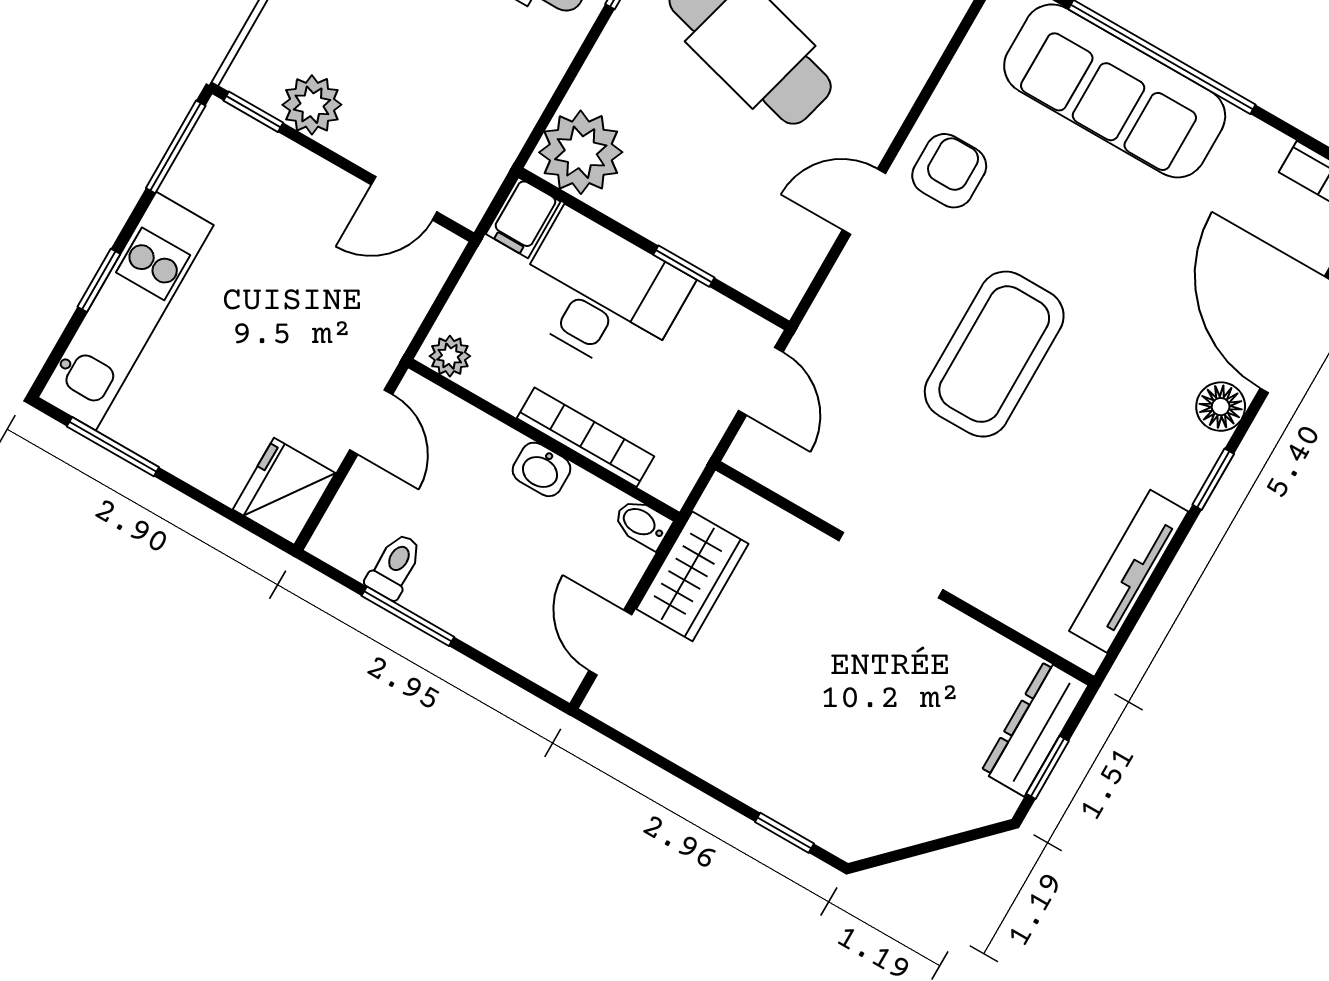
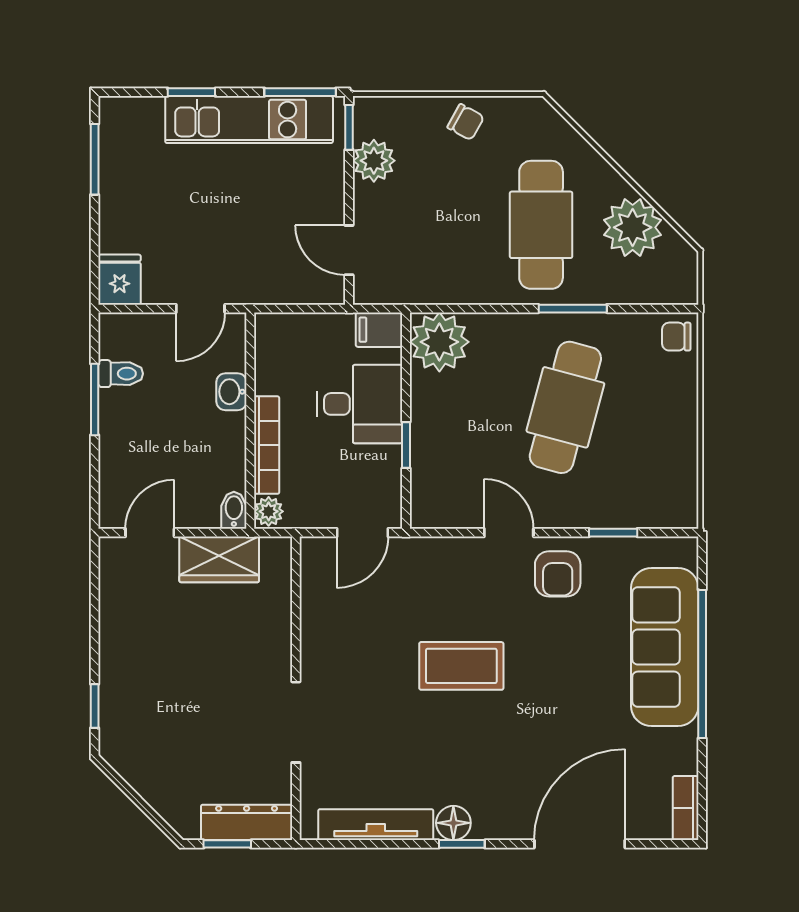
window: (938, 74) -> (613, 533), added
armchair: (949, 171) -> (558, 574), turned 90
desk: (601, 294) -> (360, 404), width x0.73
kitchen unit: (126, 311) -> (249, 120), moved
coffee table: (994, 354) -> (461, 666), width x0.73, depth x0.76
plant: (450, 356) -> (269, 511), moved
floor lamp: (1221, 407) -> (453, 823), moved
washbasin: (541, 469) -> (231, 392), moved
fridge: (284, 491) -> (120, 280), width x0.72
doorway: (891, 565) -> (296, 722), moved

